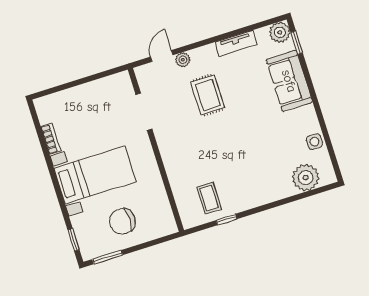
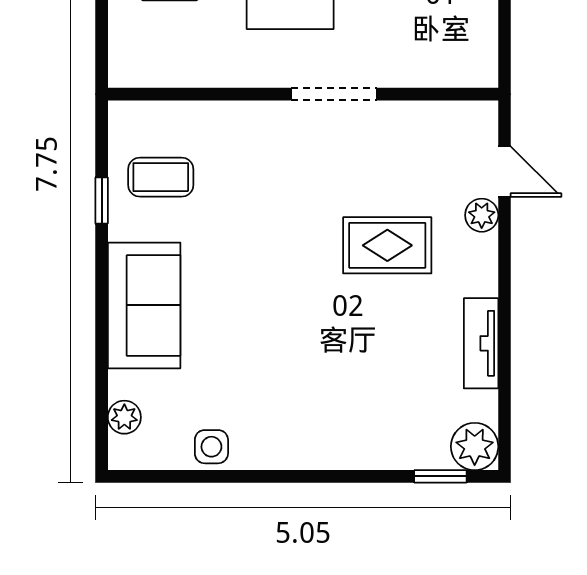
sofa: (289, 81) -> (144, 305), moved, turned 90
doorway: (144, 112) -> (334, 94), moved
plant: (306, 178) -> (124, 417), width x0.53, depth x0.53

